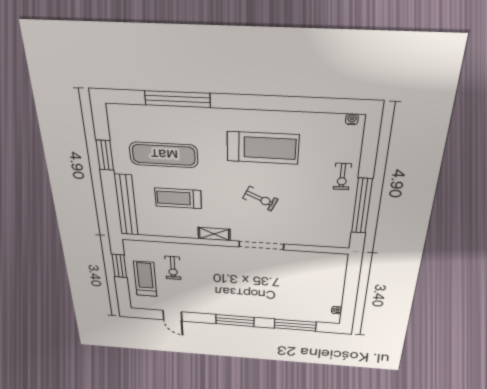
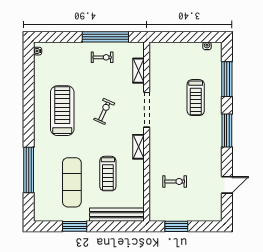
exercise bike: (342, 177) -> (102, 57), moved
shelving: (312, 240) -> (138, 71), added
treadmill: (145, 279) -> (196, 98), moved, turned -90

